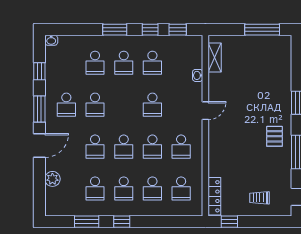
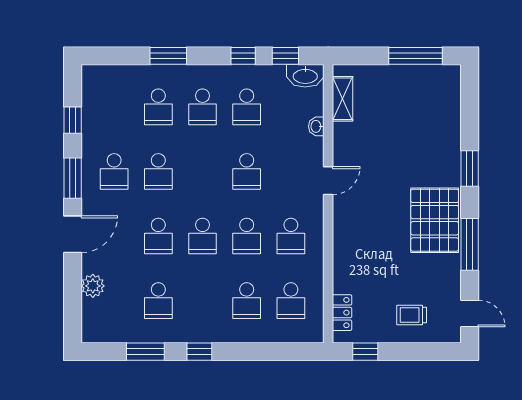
window: (115, 30) -> (168, 56), moved
washbasin: (51, 40) -> (305, 76), moved, width x1.91, depth x1.45
pallet: (274, 136) -> (435, 220), width x2.05, depth x2.00
school desk: (124, 189) -> (202, 301), removed
locker: (214, 196) -> (342, 313), width x0.66

